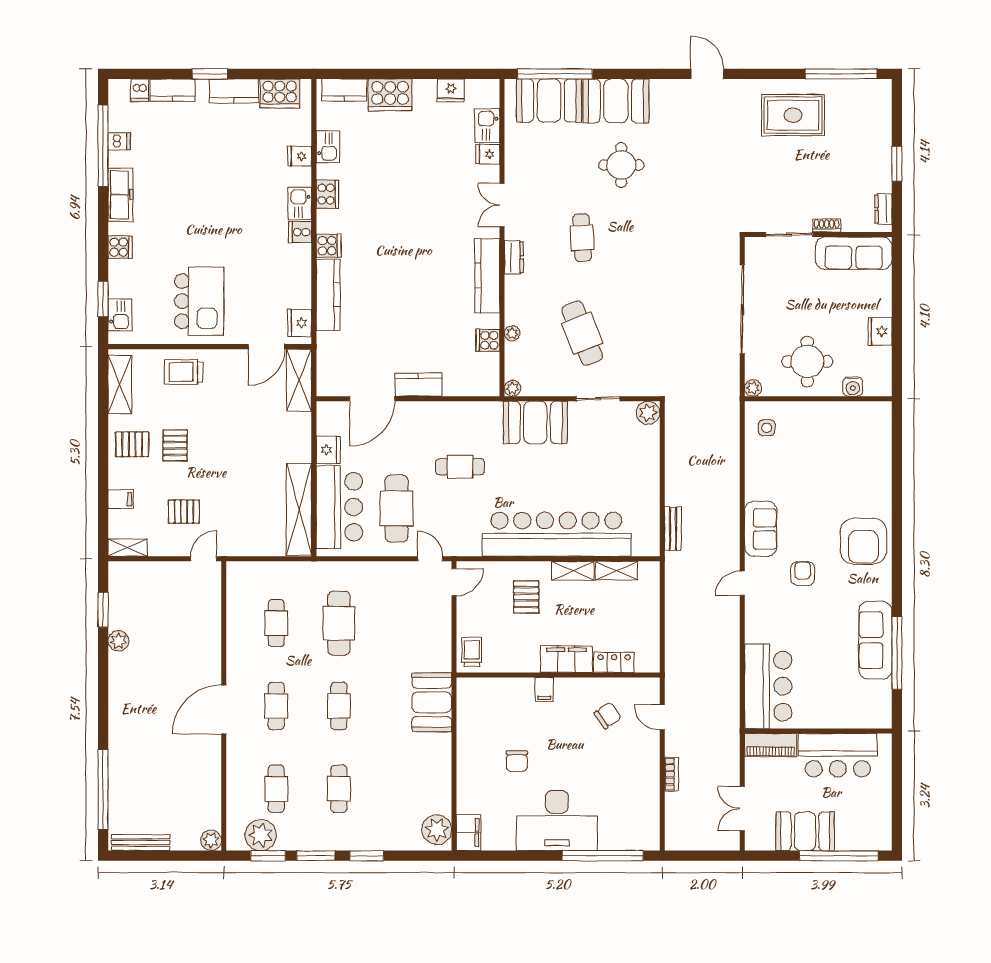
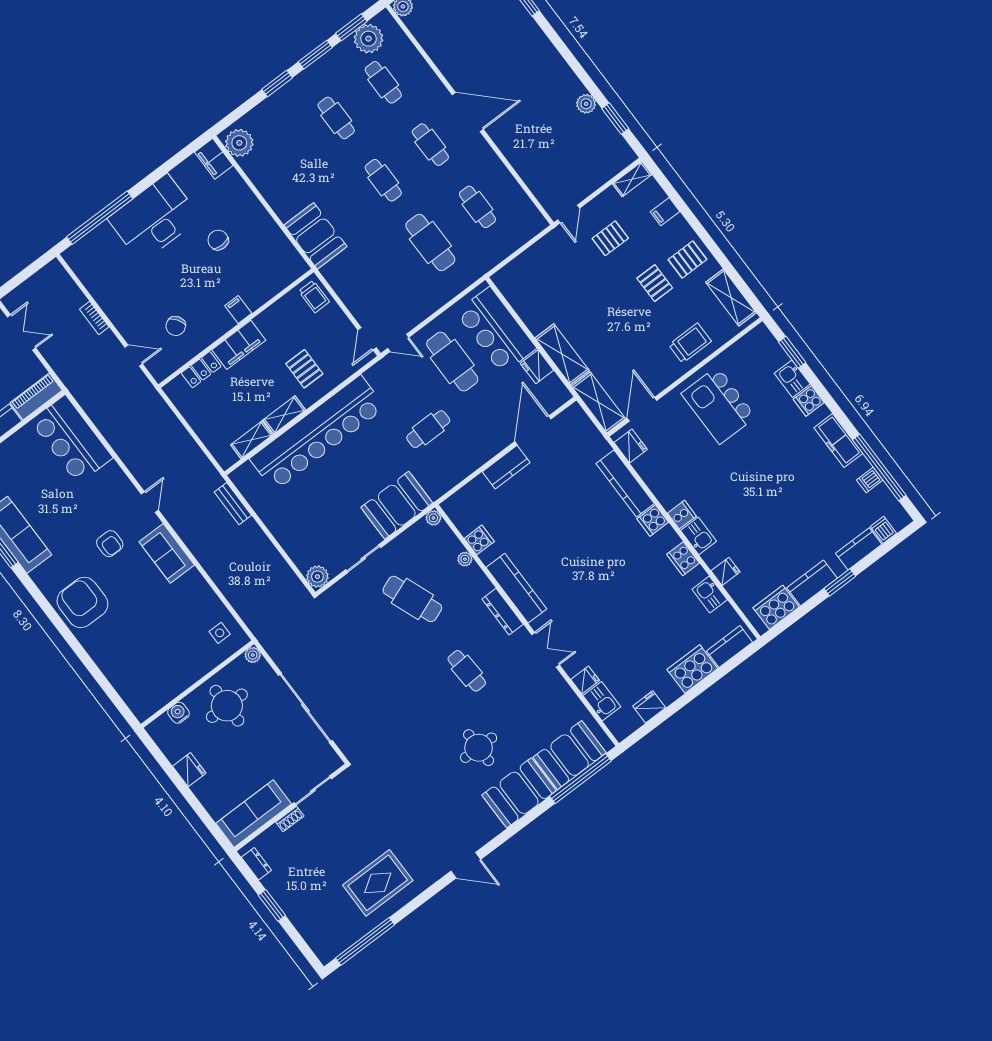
dresser: (514, 257) -> (503, 612), width x1.44
kitchen sink: (120, 315) -> (792, 379), moved
shelving: (299, 509) -> (562, 354), moved, width x0.68
door: (224, 710) -> (468, 112), hinge flipped

